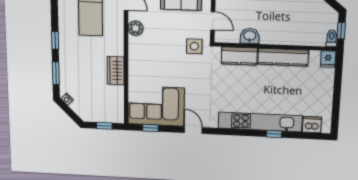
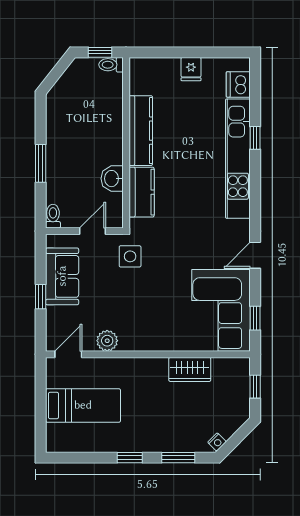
fridge: (328, 59) -> (191, 69), moved, turned 90
wardrobe: (116, 71) -> (190, 369), moved

